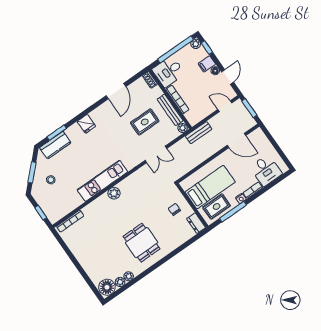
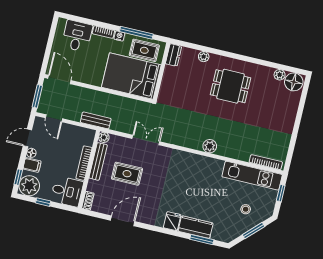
plant: (196, 44) -> (29, 186), width x1.87, depth x1.87
window: (176, 49) -> (43, 202), width x0.32
door: (237, 140) -> (59, 79), moved
kitchen counter: (55, 145) -> (196, 227), moved
kitchen unit: (102, 181) -> (252, 176), moved
bed: (210, 187) -> (131, 76), width x1.50
chair: (174, 209) -> (178, 83), removed
dining table: (142, 243) -> (230, 86), turned 90
plant: (129, 276) -> (204, 57), moved

